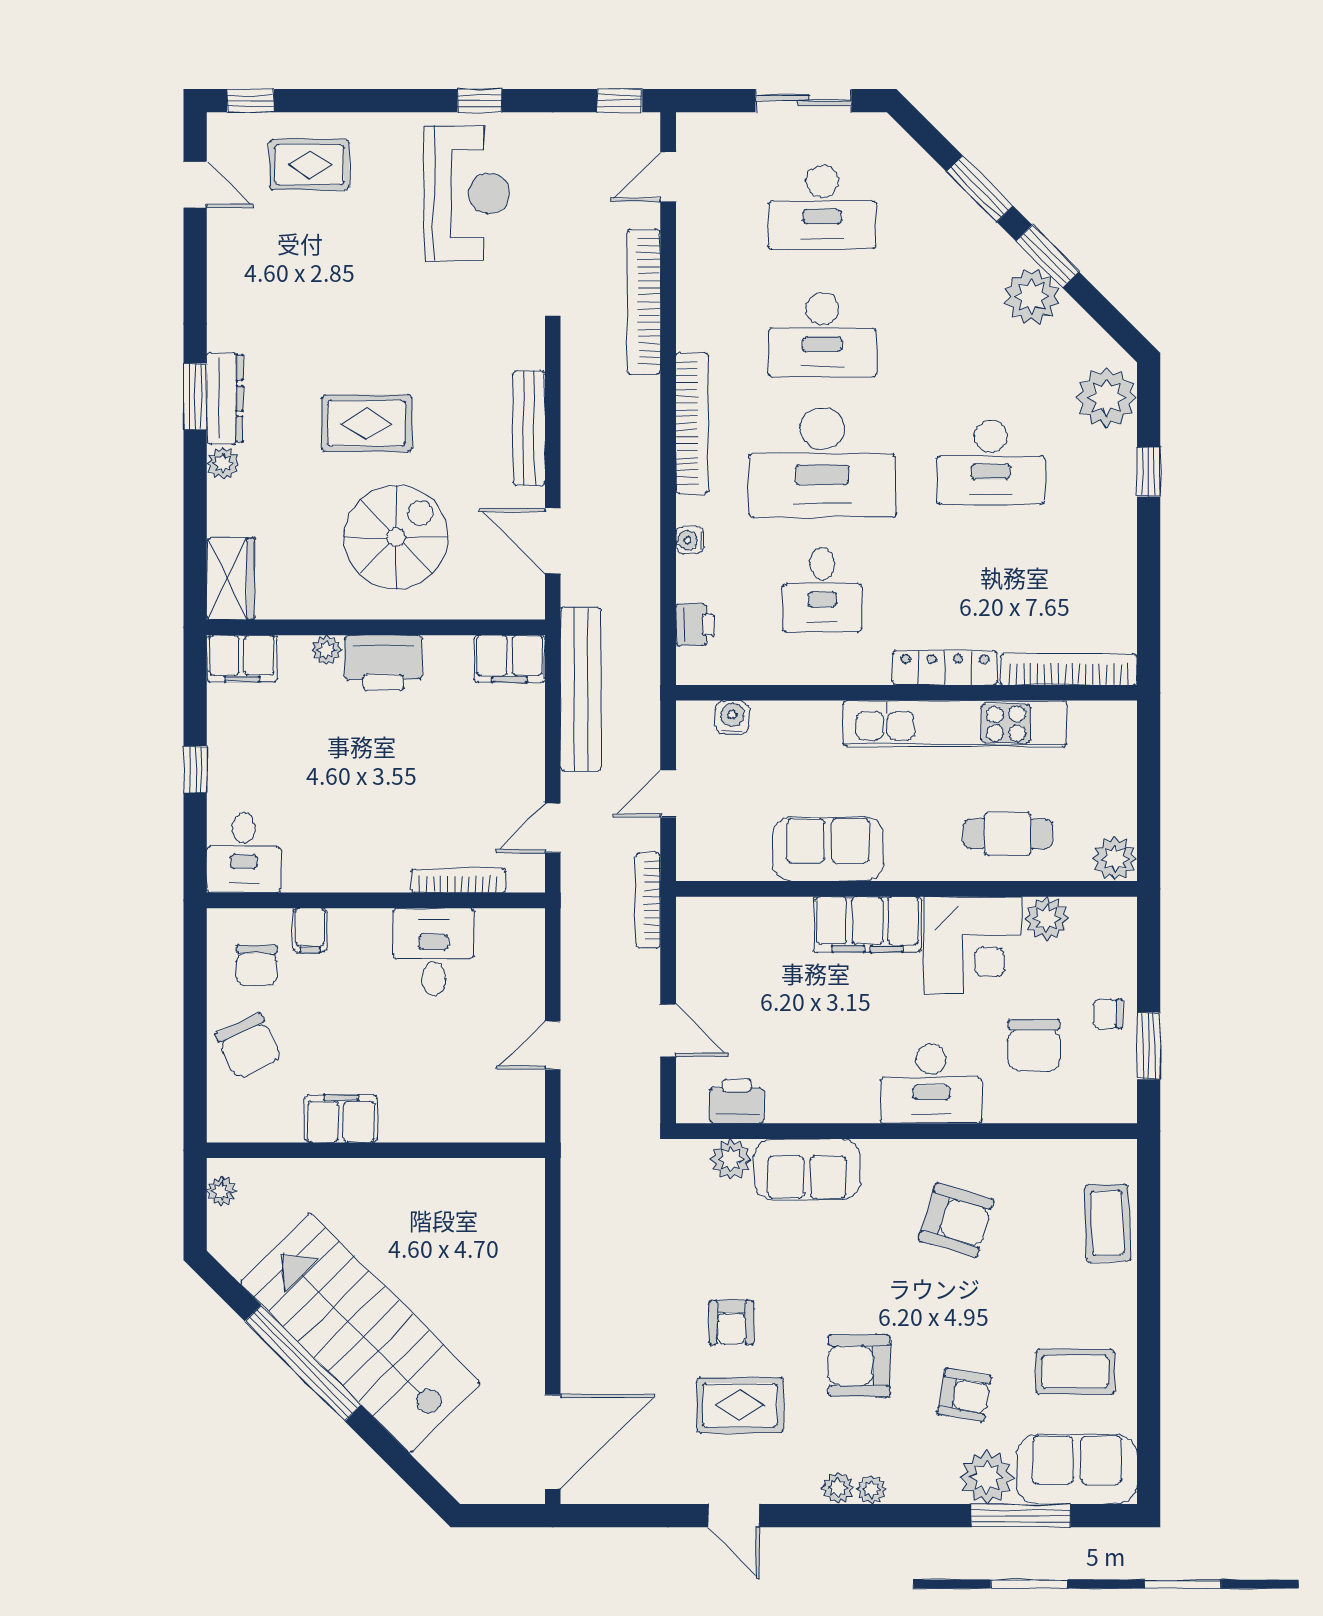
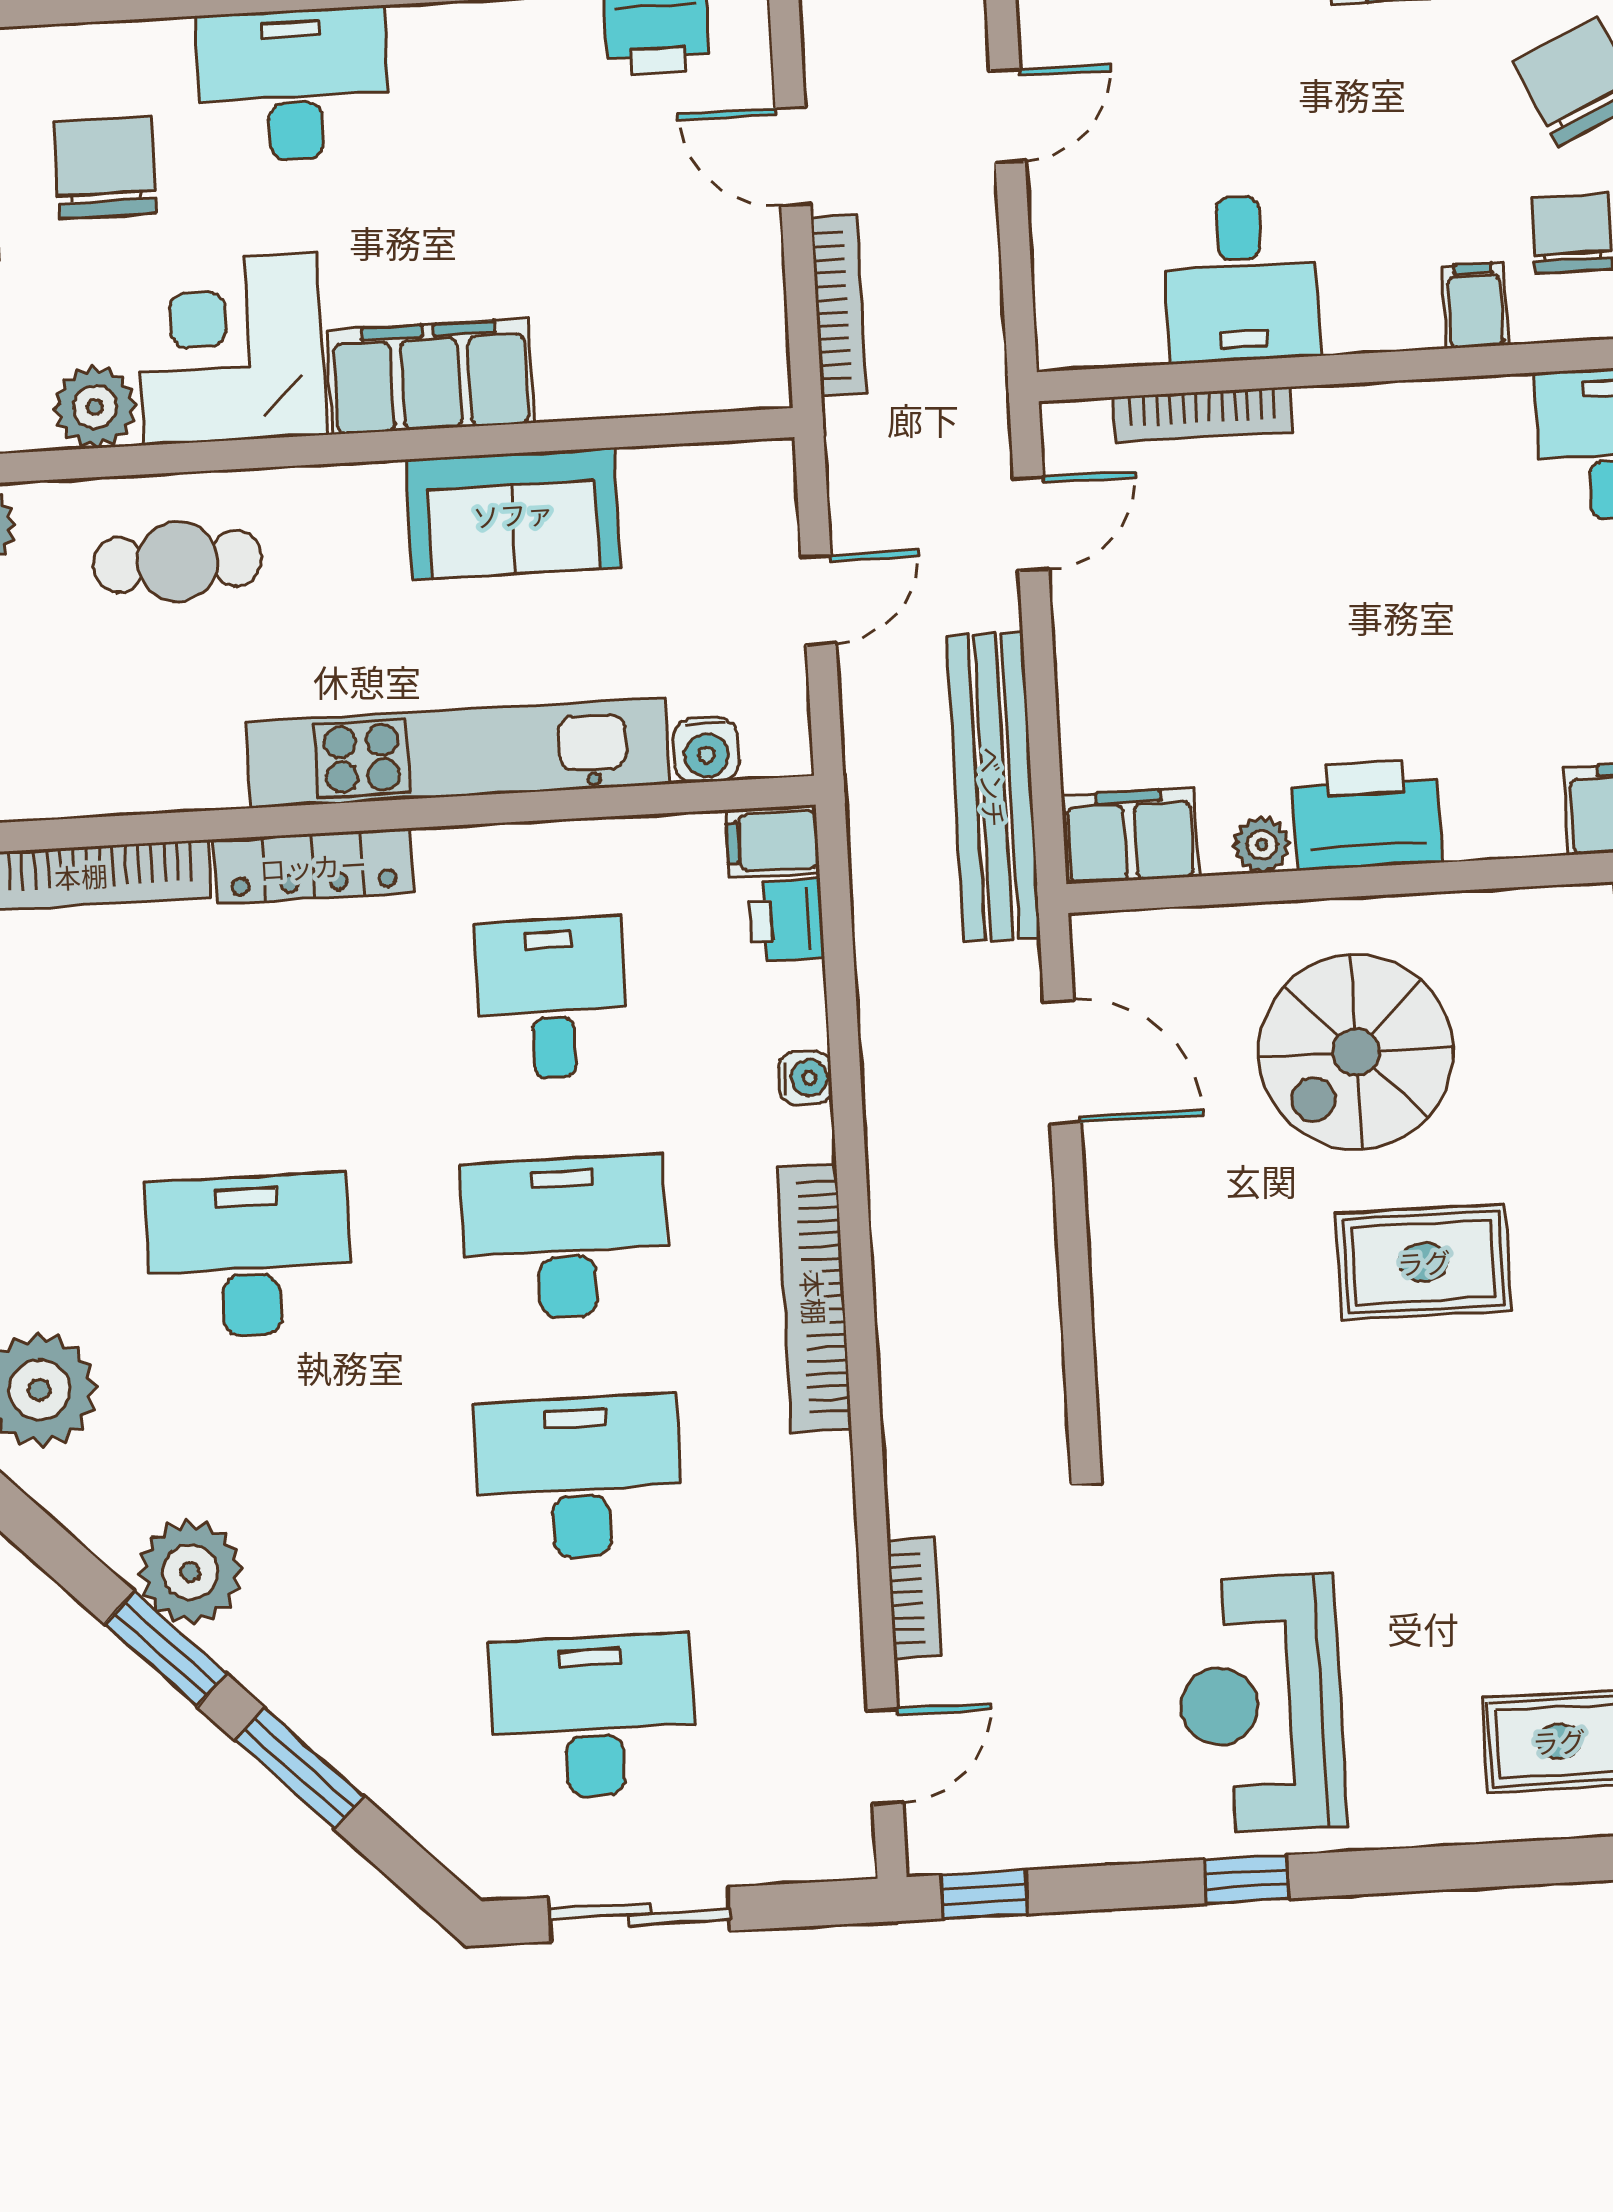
bookcase: (644, 302) -> (914, 1598), width x0.43, depth x0.76
bench: (529, 428) -> (1119, 1271), removed
desk: (822, 462) -> (565, 1238), width x0.73, depth x0.77
plant: (326, 650) -> (1262, 845), moved
filing cabinet: (700, 667) -> (772, 841), added
kitchen unit: (955, 724) -> (458, 753), moved
bookcase: (648, 900) -> (839, 305), moved

